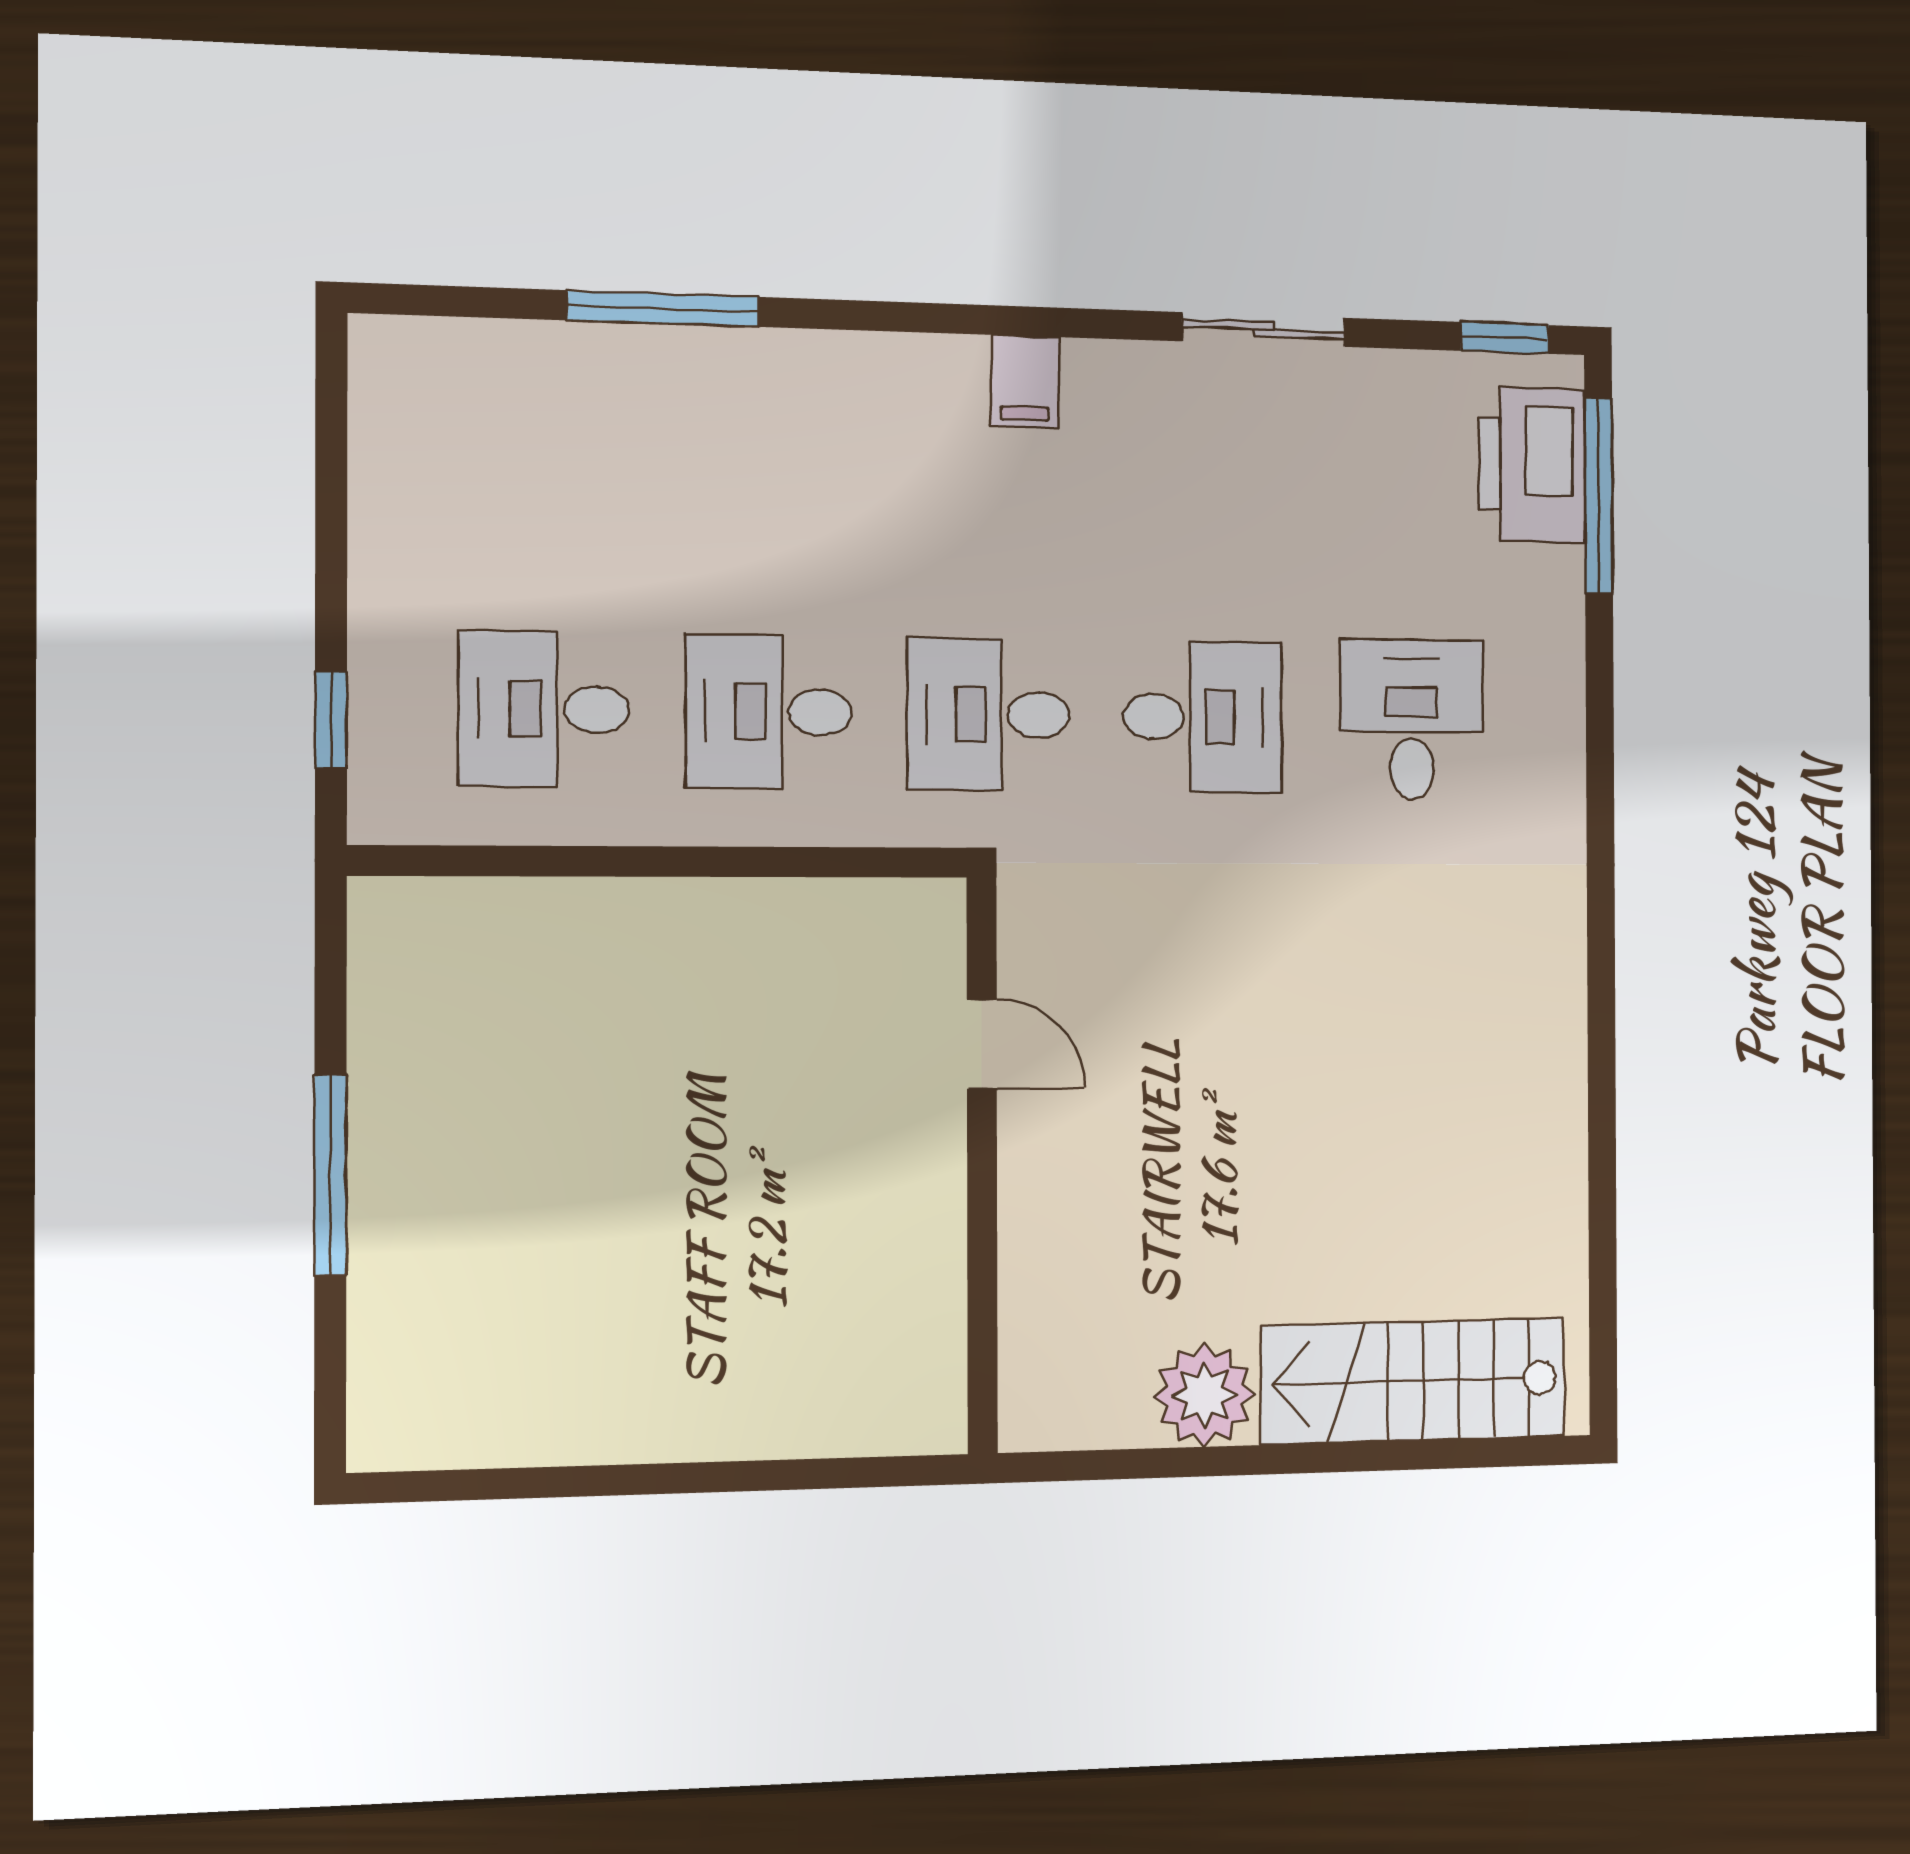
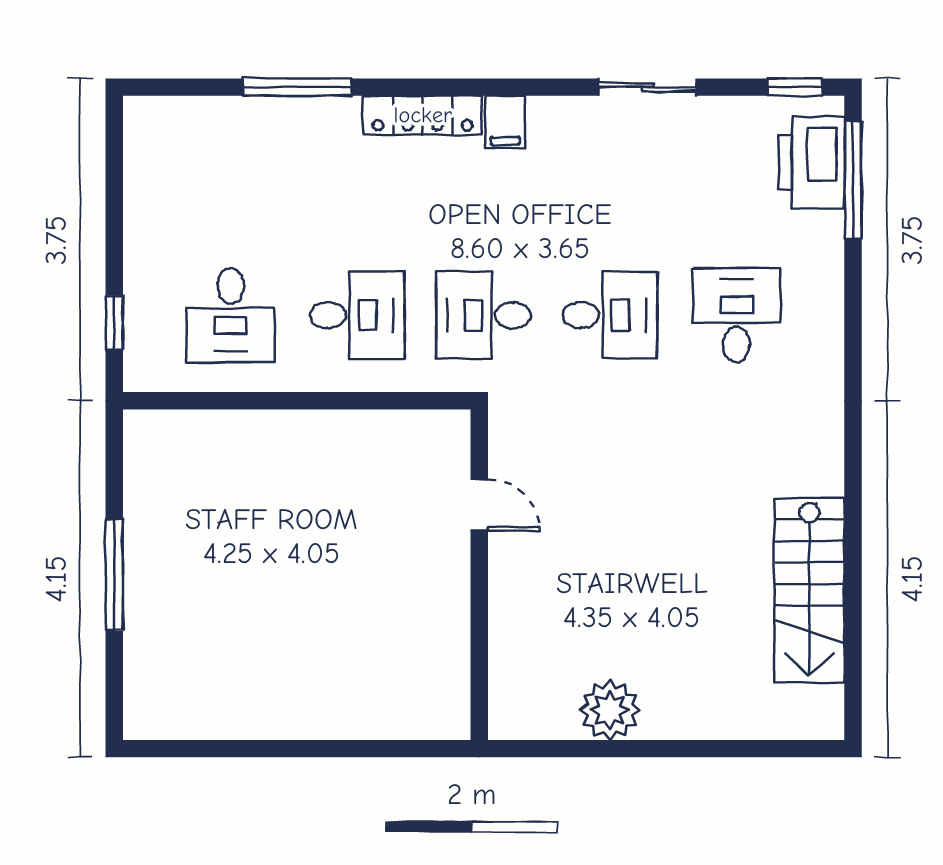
locker: (883, 365) -> (423, 115), added
desk: (544, 709) -> (231, 315), turned -90
desk: (769, 712) -> (357, 315), turned 180
stairs: (1413, 1381) -> (810, 590), moved, turned -90

